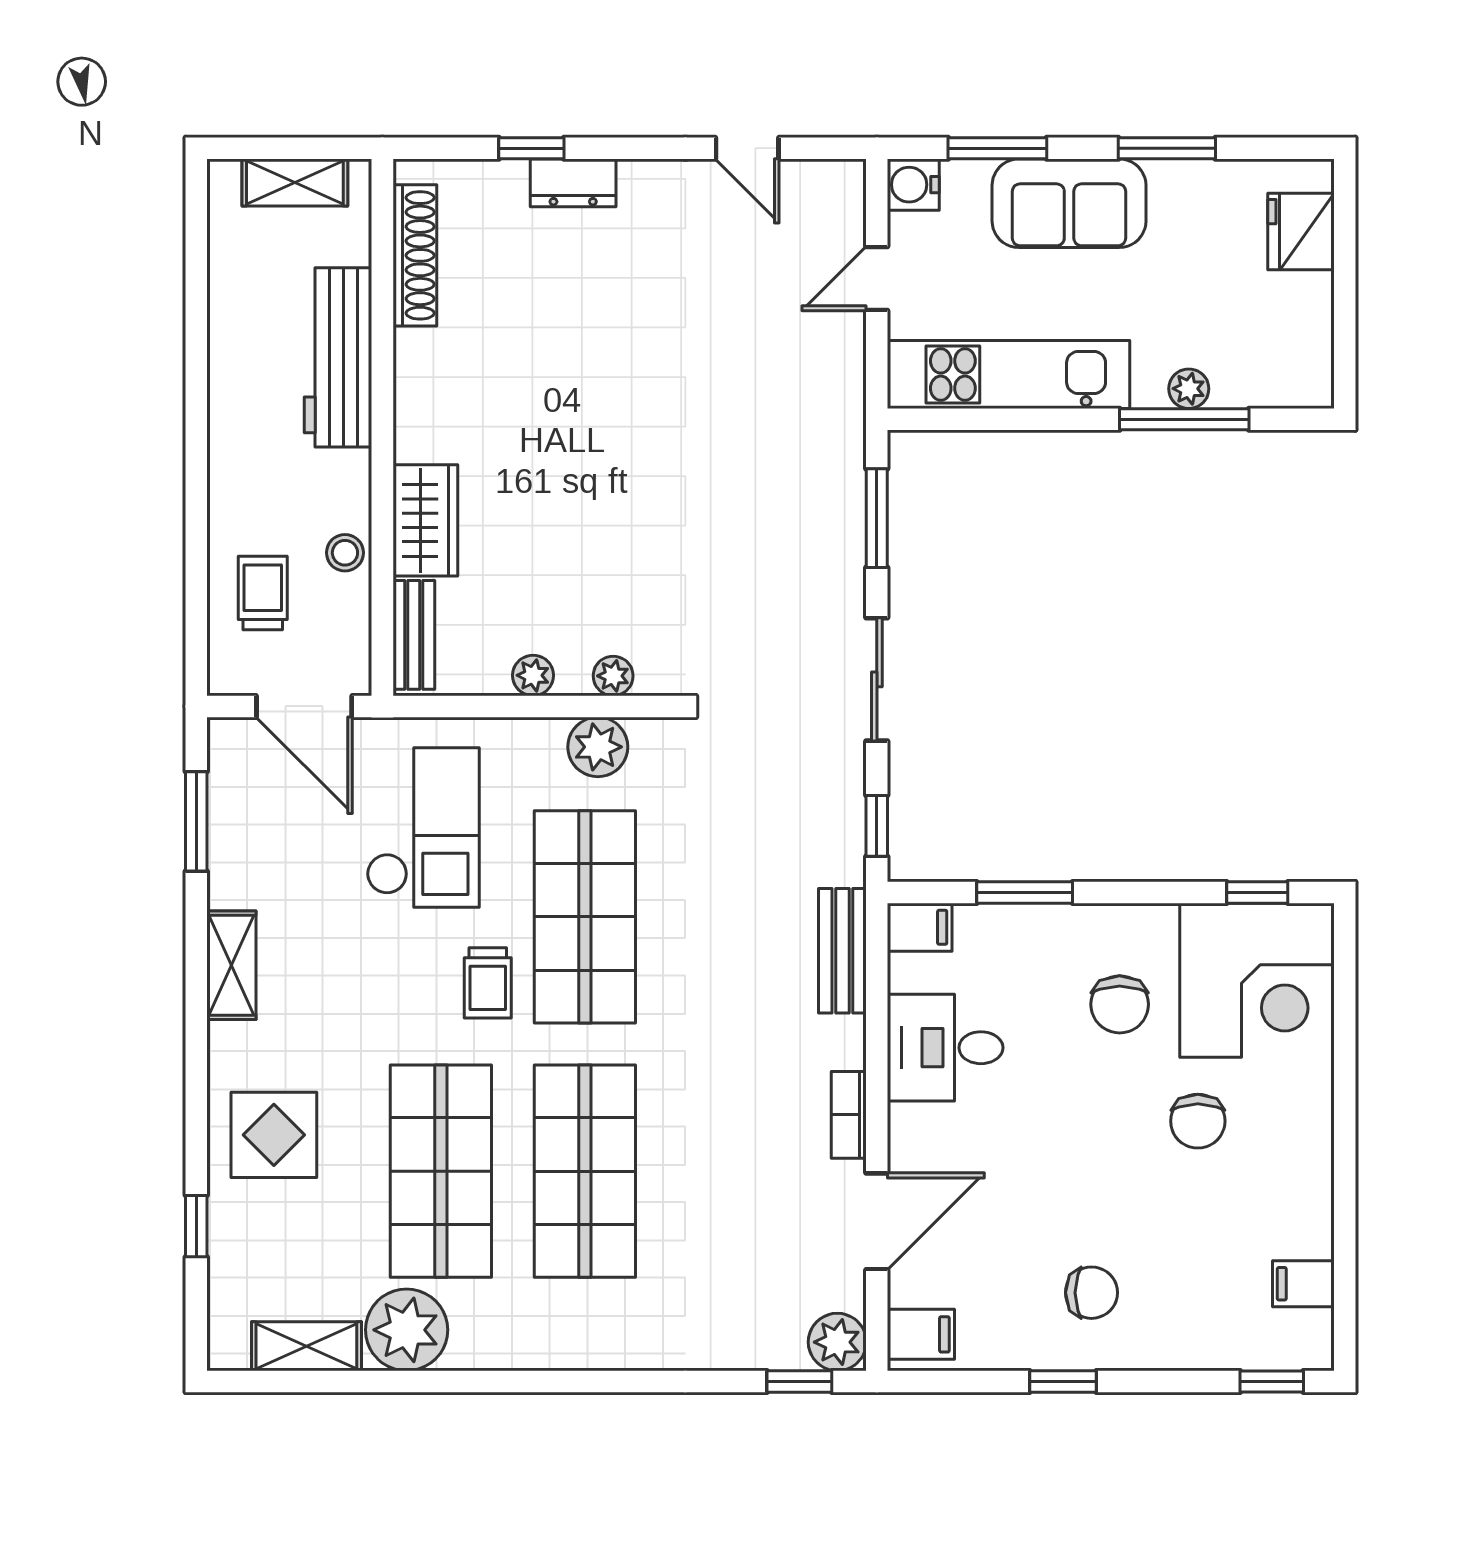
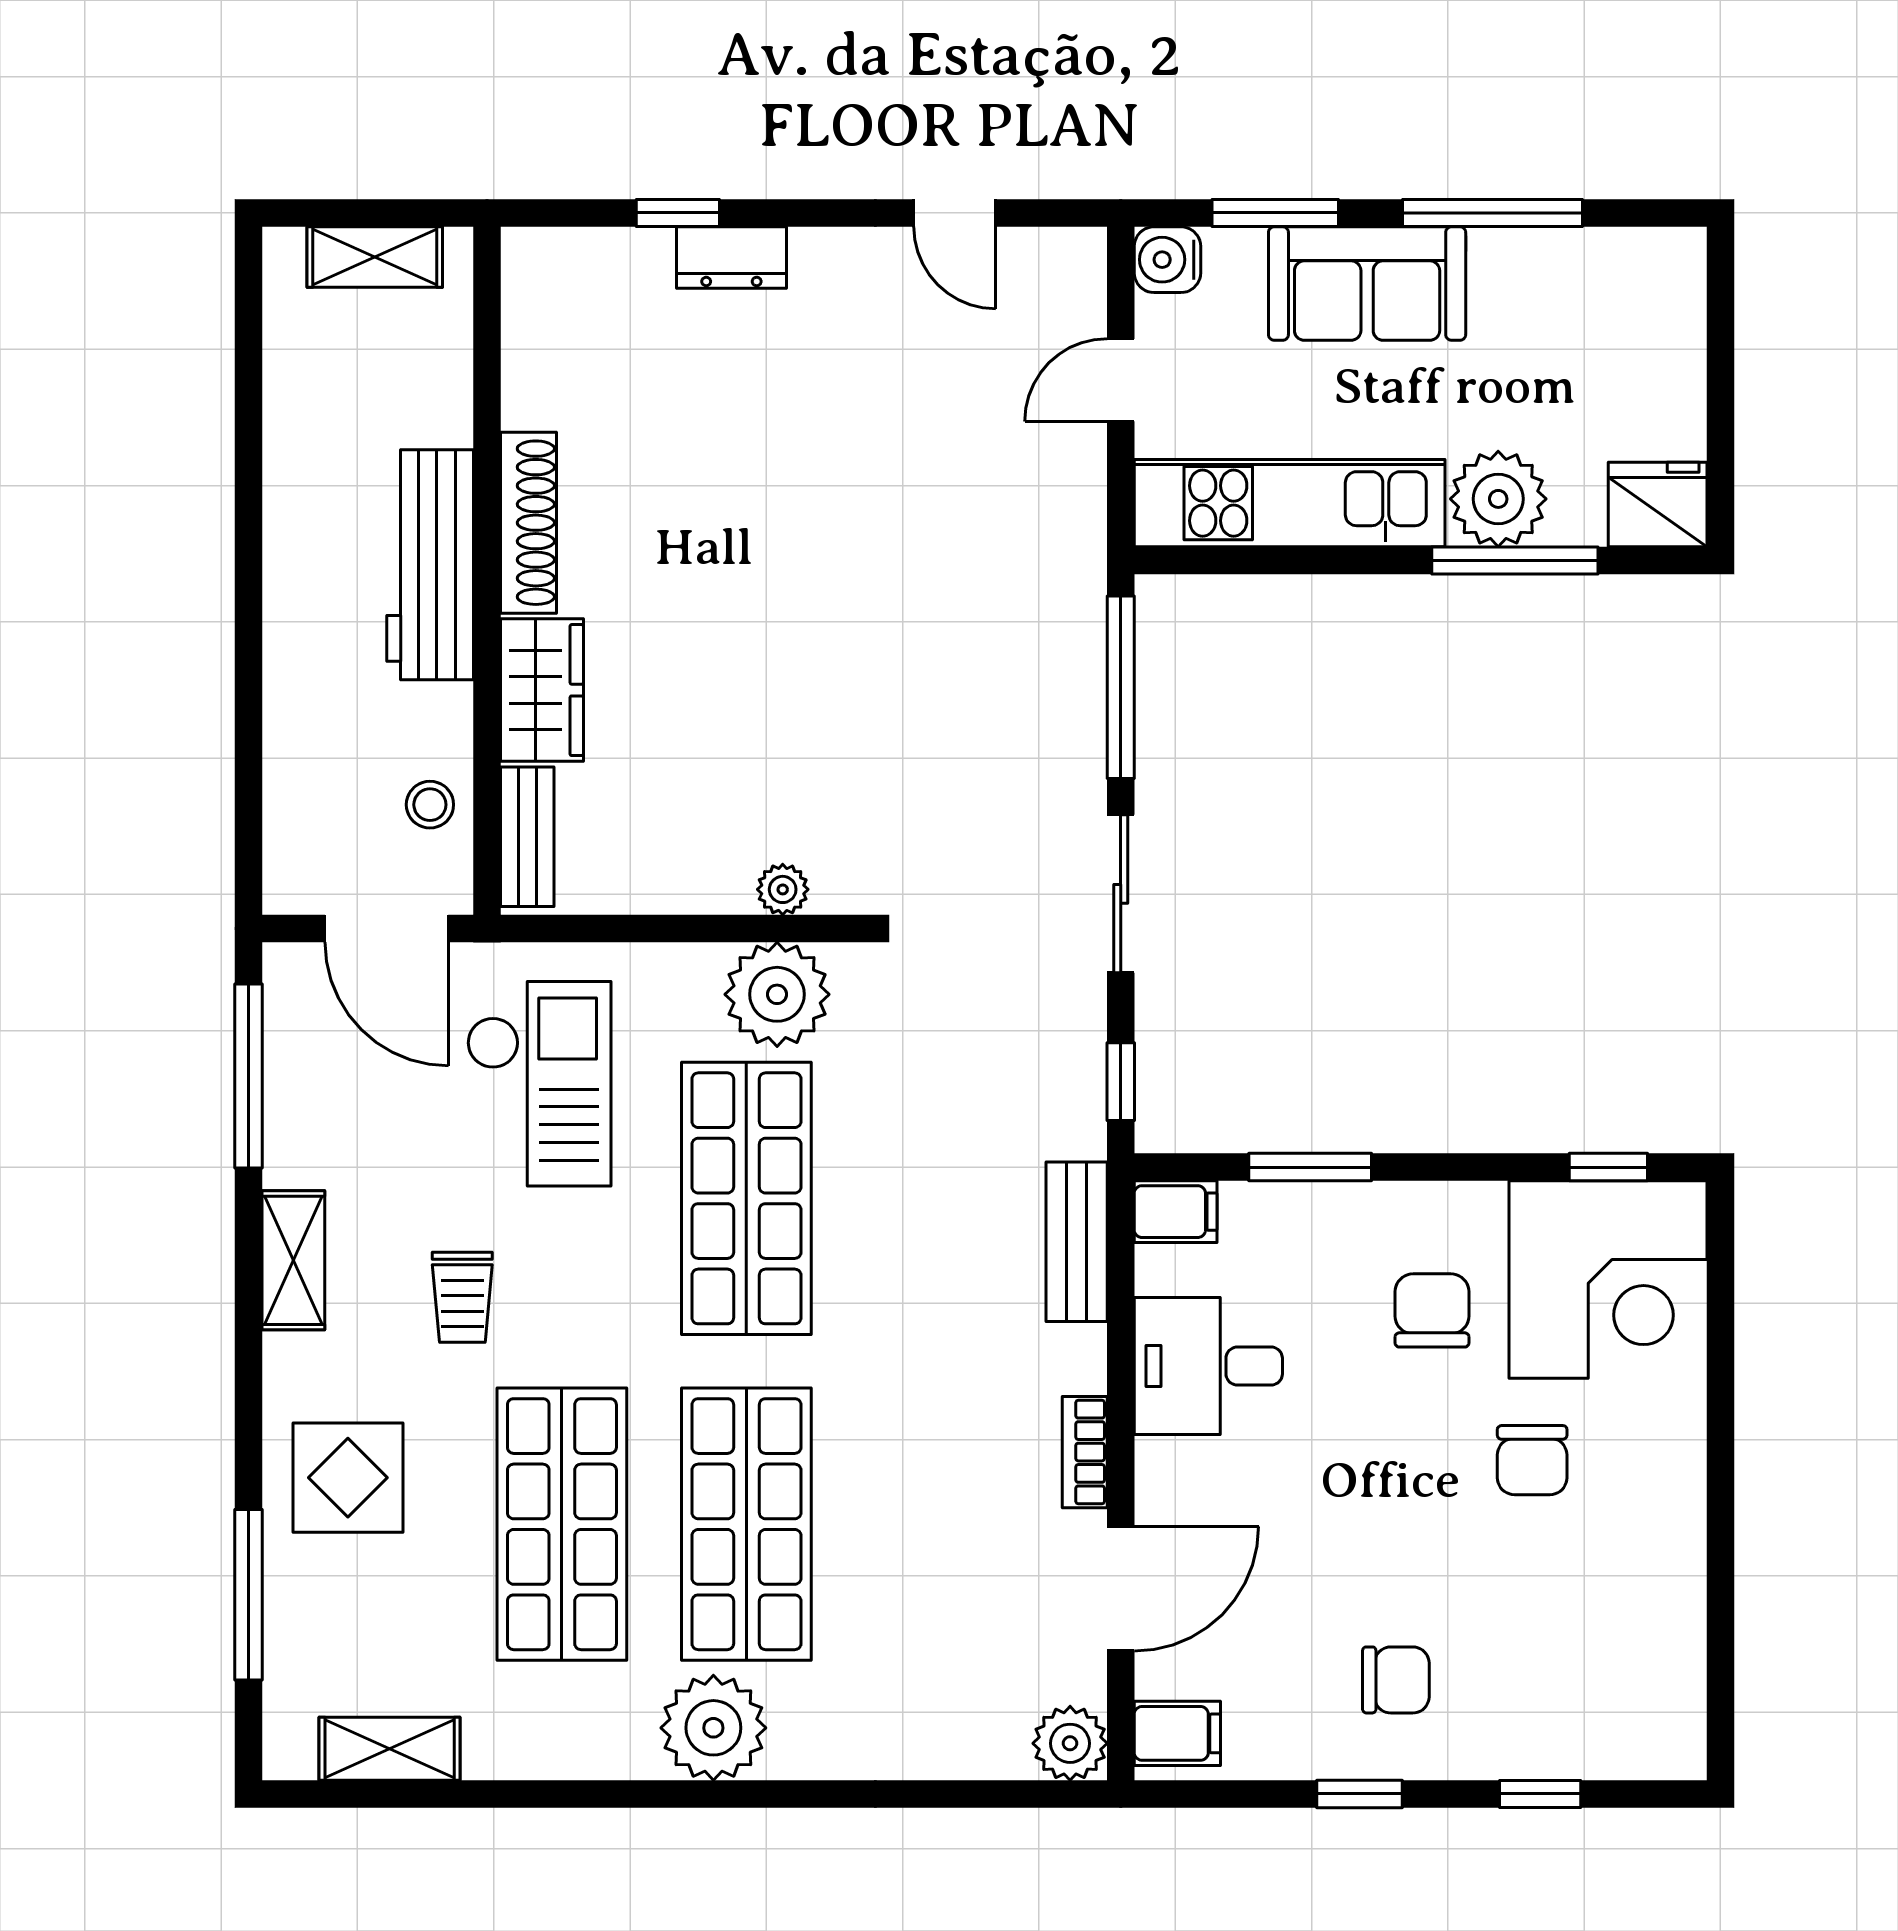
window: (1167, 148) -> (1492, 213), width x1.44
fridge: (1301, 232) -> (1658, 505), moved, turned 90
shoe rack: (415, 255) -> (529, 523), moved
workbench: (338, 357) -> (430, 565), moved
plant: (1189, 389) -> (1498, 499), width x1.88, depth x1.88
window: (877, 518) -> (1121, 687), width x1.44
stool: (345, 553) -> (430, 805), moved
trolley: (263, 593) -> (334, 783), removed
plant: (533, 675) -> (680, 889), removed
plant: (598, 747) -> (777, 994), width x1.36, depth x1.36
window: (196, 821) -> (248, 1076), width x1.44
trolley: (488, 983) -> (462, 1297), moved
chair: (1120, 1004) -> (1432, 1310), turned 180
window: (196, 1226) -> (248, 1595), width x2.17
filing cabinet: (1303, 1284) -> (1667, 1669), removed
plant: (407, 1330) -> (713, 1728), moved
window: (799, 1382) -> (1022, 1794), removed
window: (1272, 1382) -> (1540, 1794), moved

